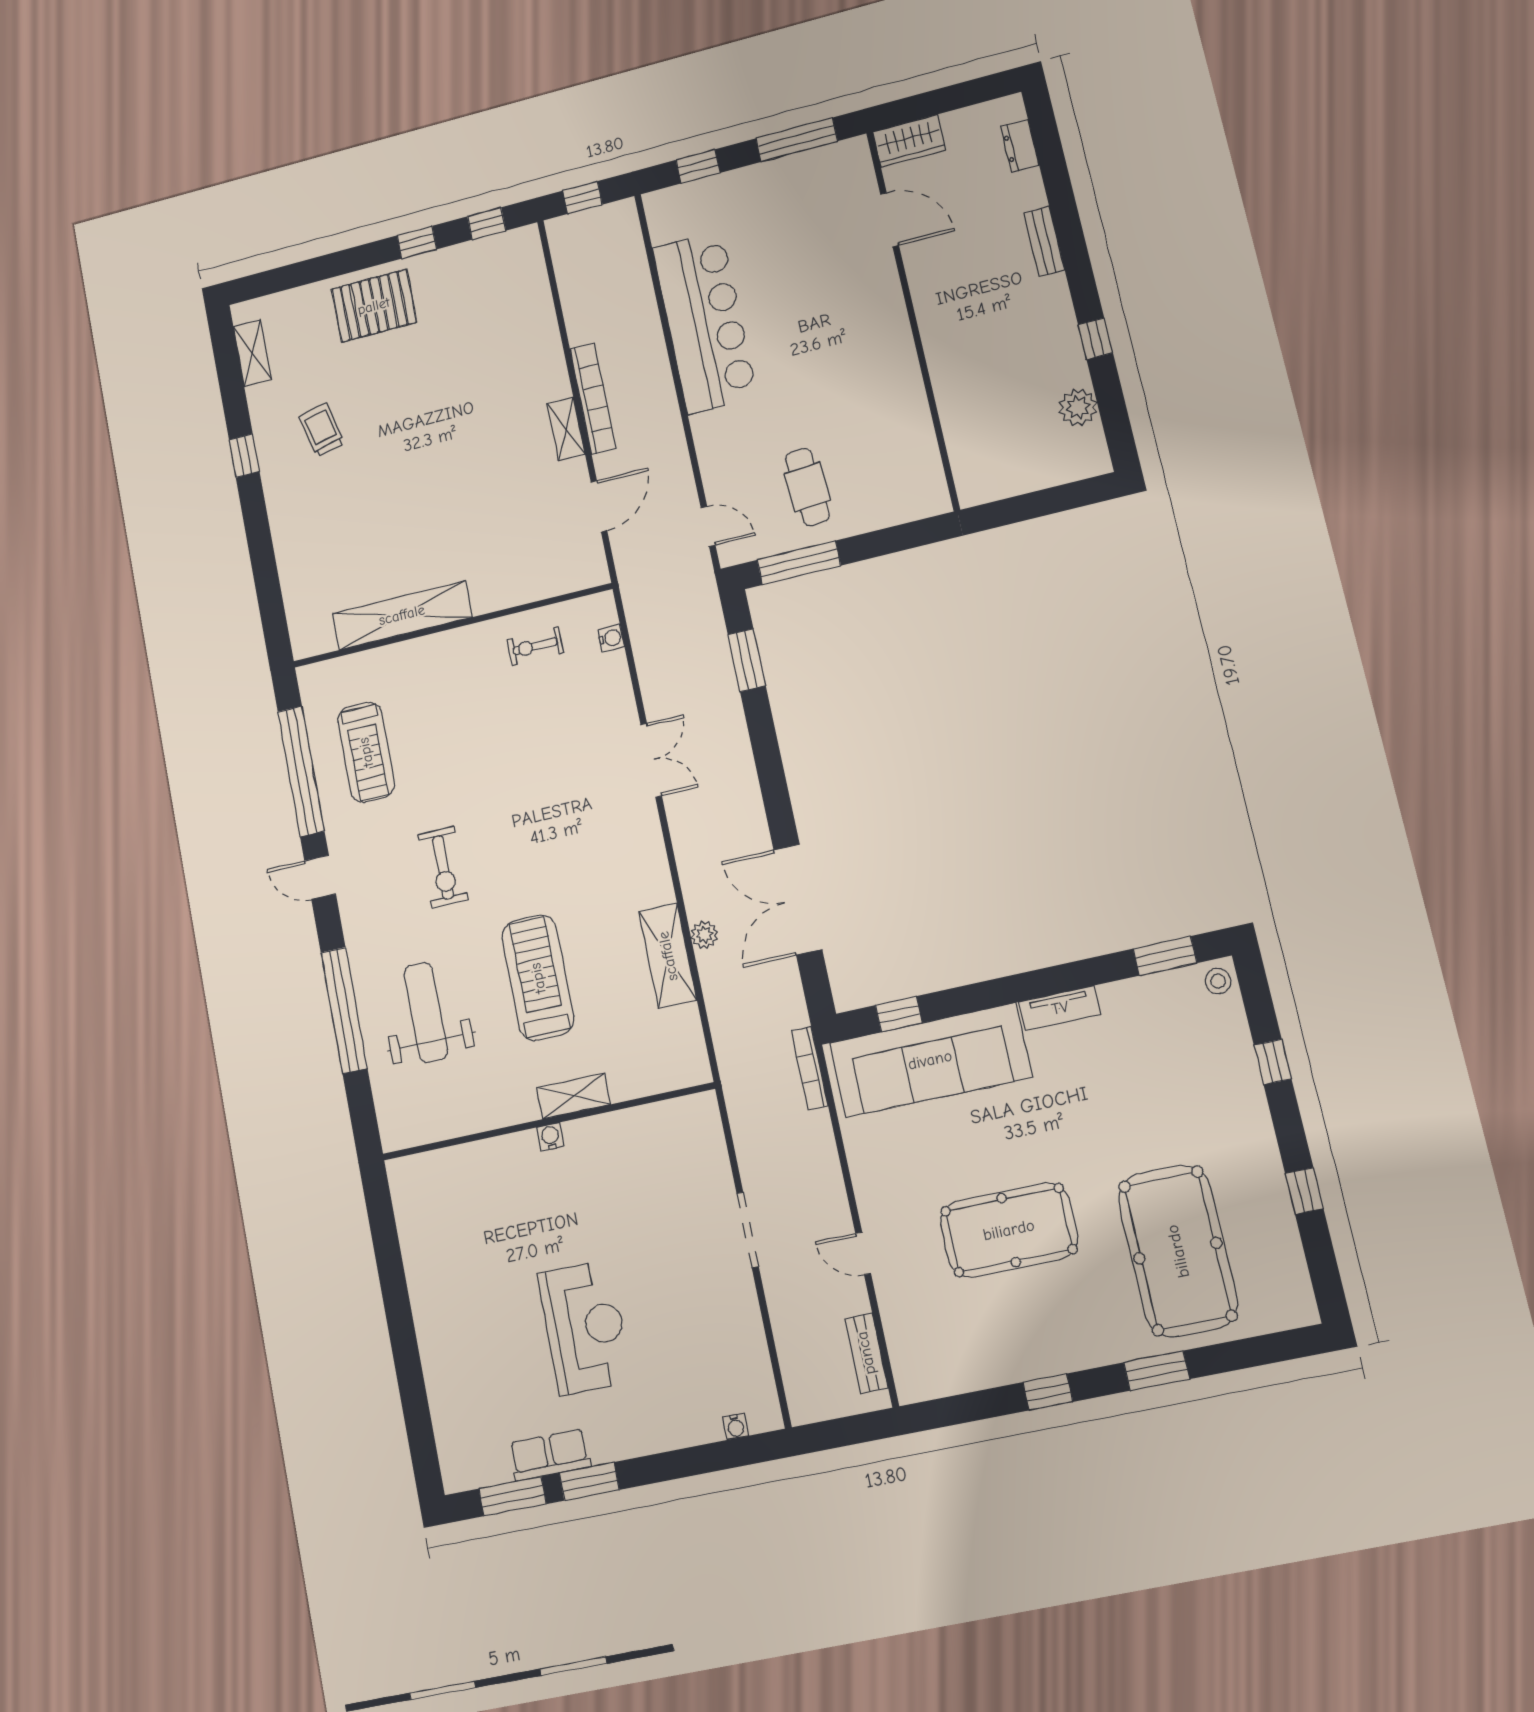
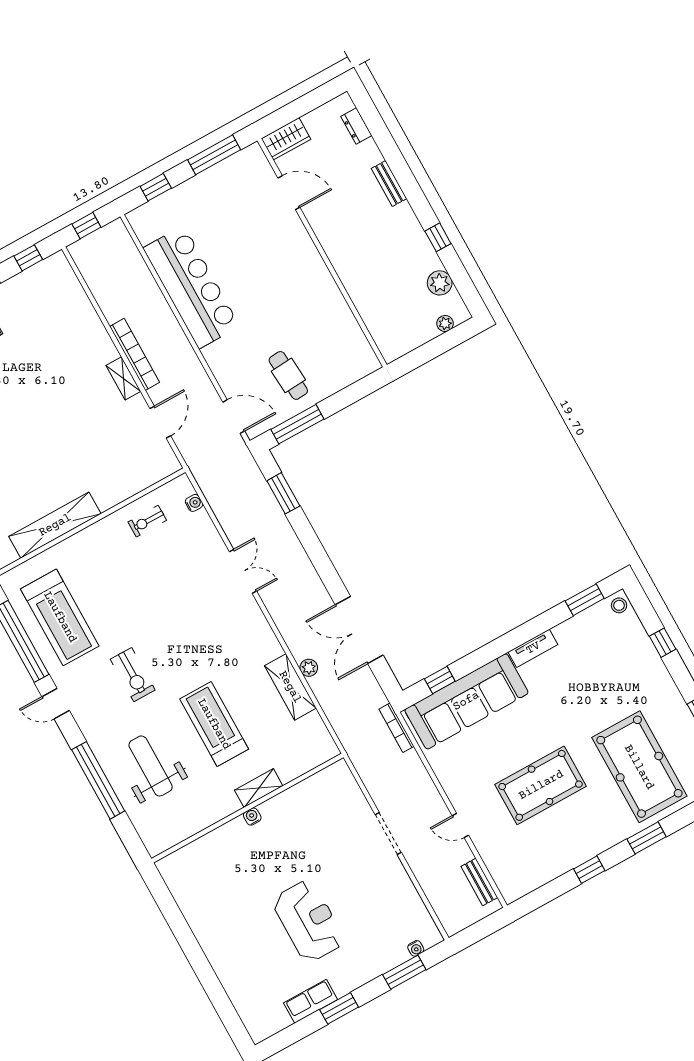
plant: (1068, 470) -> (445, 323), added
door: (708, 526) -> (234, 417), width x1.38
treadmill: (366, 752) -> (60, 617), width x1.37, depth x1.38
window: (512, 1496) -> (404, 972), moved

